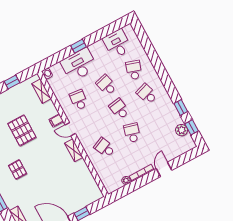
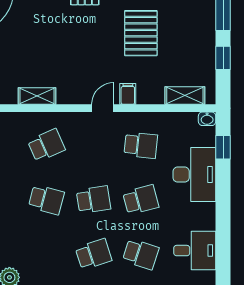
window: (79, 46) -> (223, 147), moved
pallet: (22, 130) -> (141, 33), turned 90
shelving: (74, 150) -> (37, 96), moved

